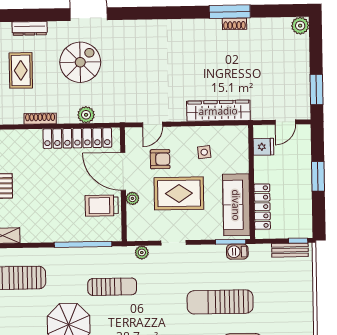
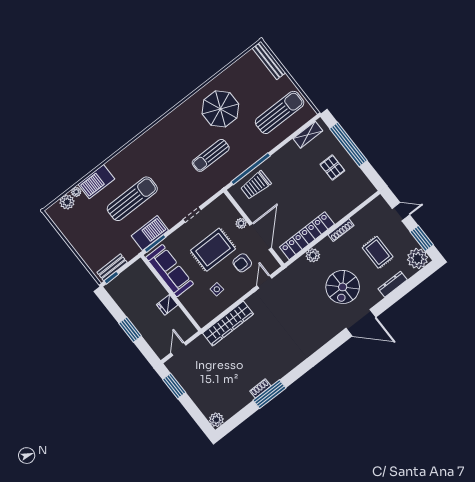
fridge: (263, 147) -> (167, 305), moved
door: (123, 171) -> (261, 236), hinge flipped
trolley: (102, 206) -> (256, 185), moved, turned 180
locker: (262, 207) -> (152, 282), removed
barbecue: (237, 252) -> (150, 233), width x1.88, depth x1.53
plant: (142, 253) -> (208, 192), removed

